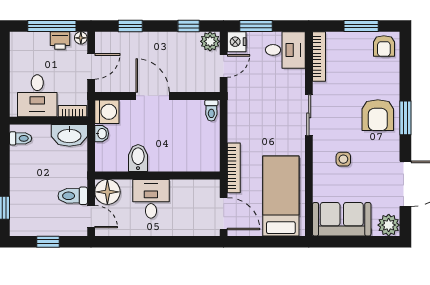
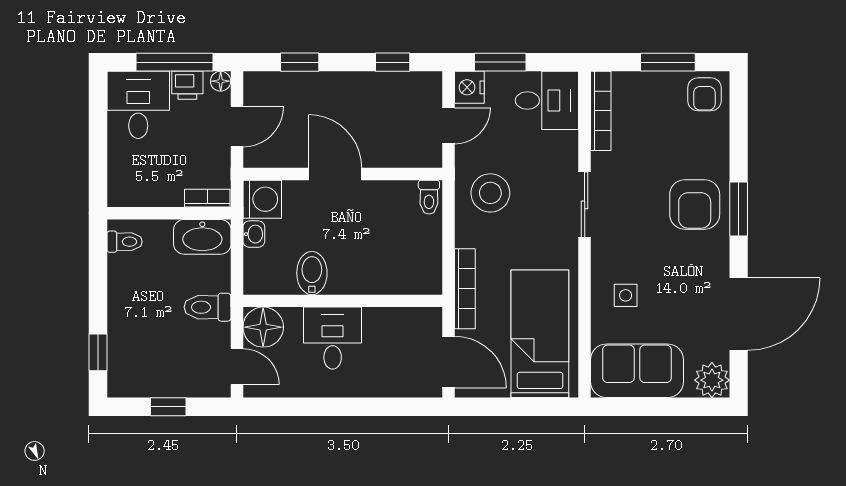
plant: (210, 41) -> (427, 87), removed
desk: (37, 96) -> (138, 105), moved, turned 180
stool: (250, 108) -> (490, 193), added
side table: (343, 159) -> (626, 295), moved
toilet: (73, 196) -> (208, 307), moved

